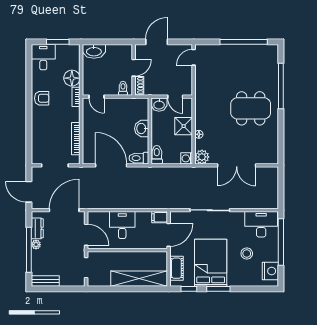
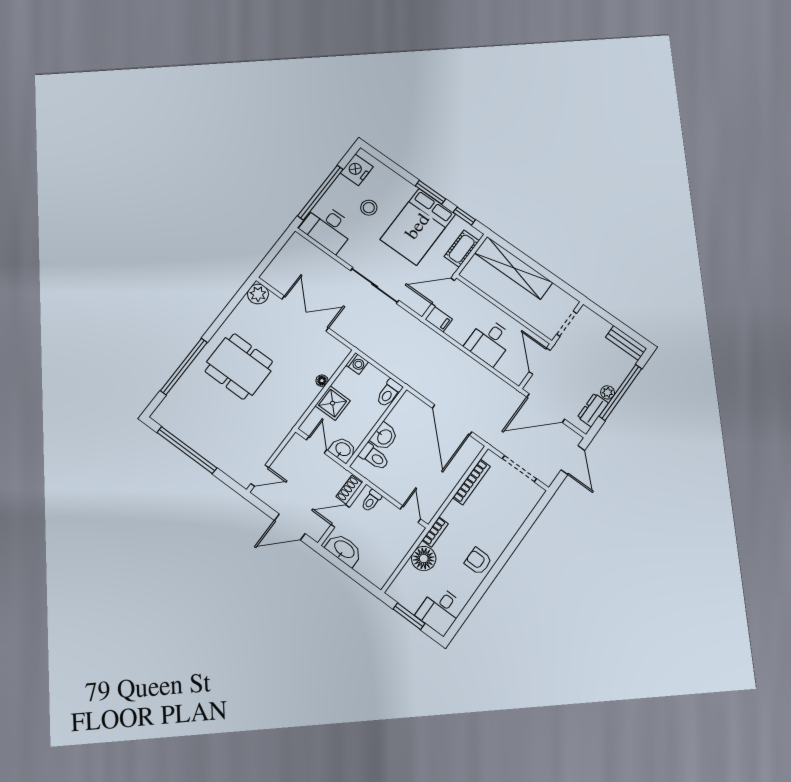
washbasin: (94, 51) -> (344, 550), moved
plant: (202, 157) -> (258, 294), moved
toilet: (139, 158) -> (374, 457), moved

